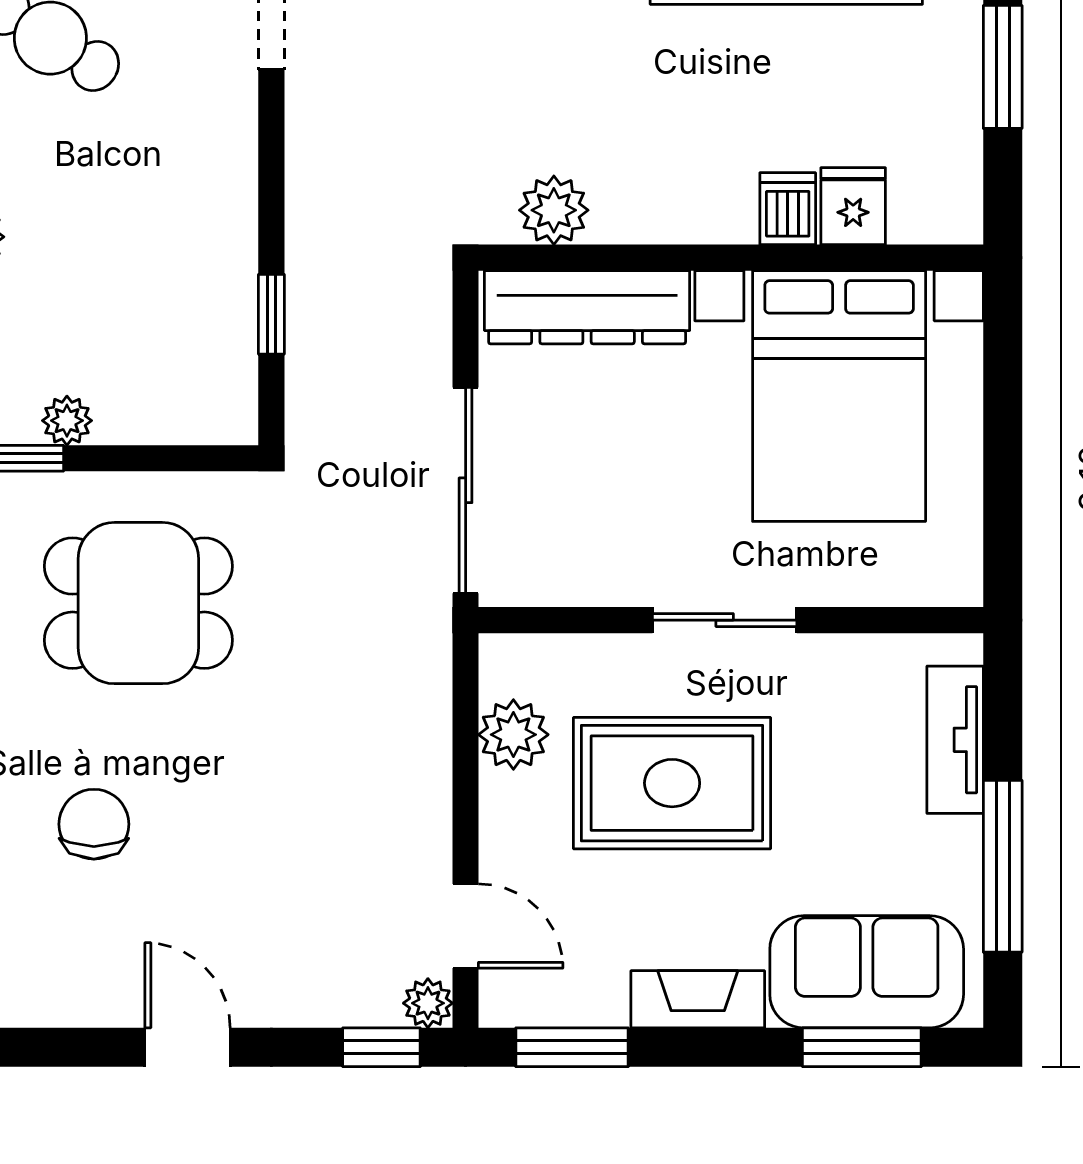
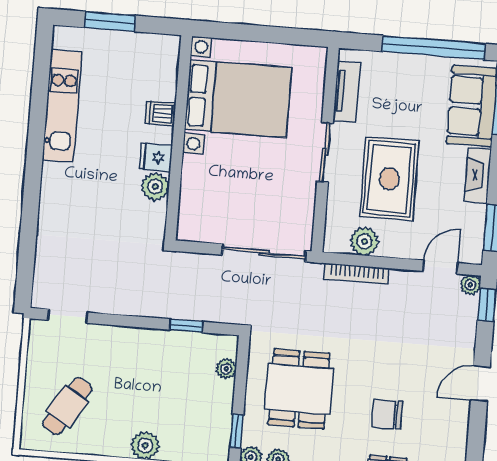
fridge: (853, 206) -> (156, 157), moved
plant: (554, 210) -> (155, 186), moved
dresser: (587, 307) -> (194, 198), removed
plant: (67, 421) -> (226, 369), moved
bookcase: (432, 722) -> (357, 274), added
tv unit: (955, 740) -> (347, 91), moved, turned -90
window: (1003, 866) -> (434, 48), width x1.46

